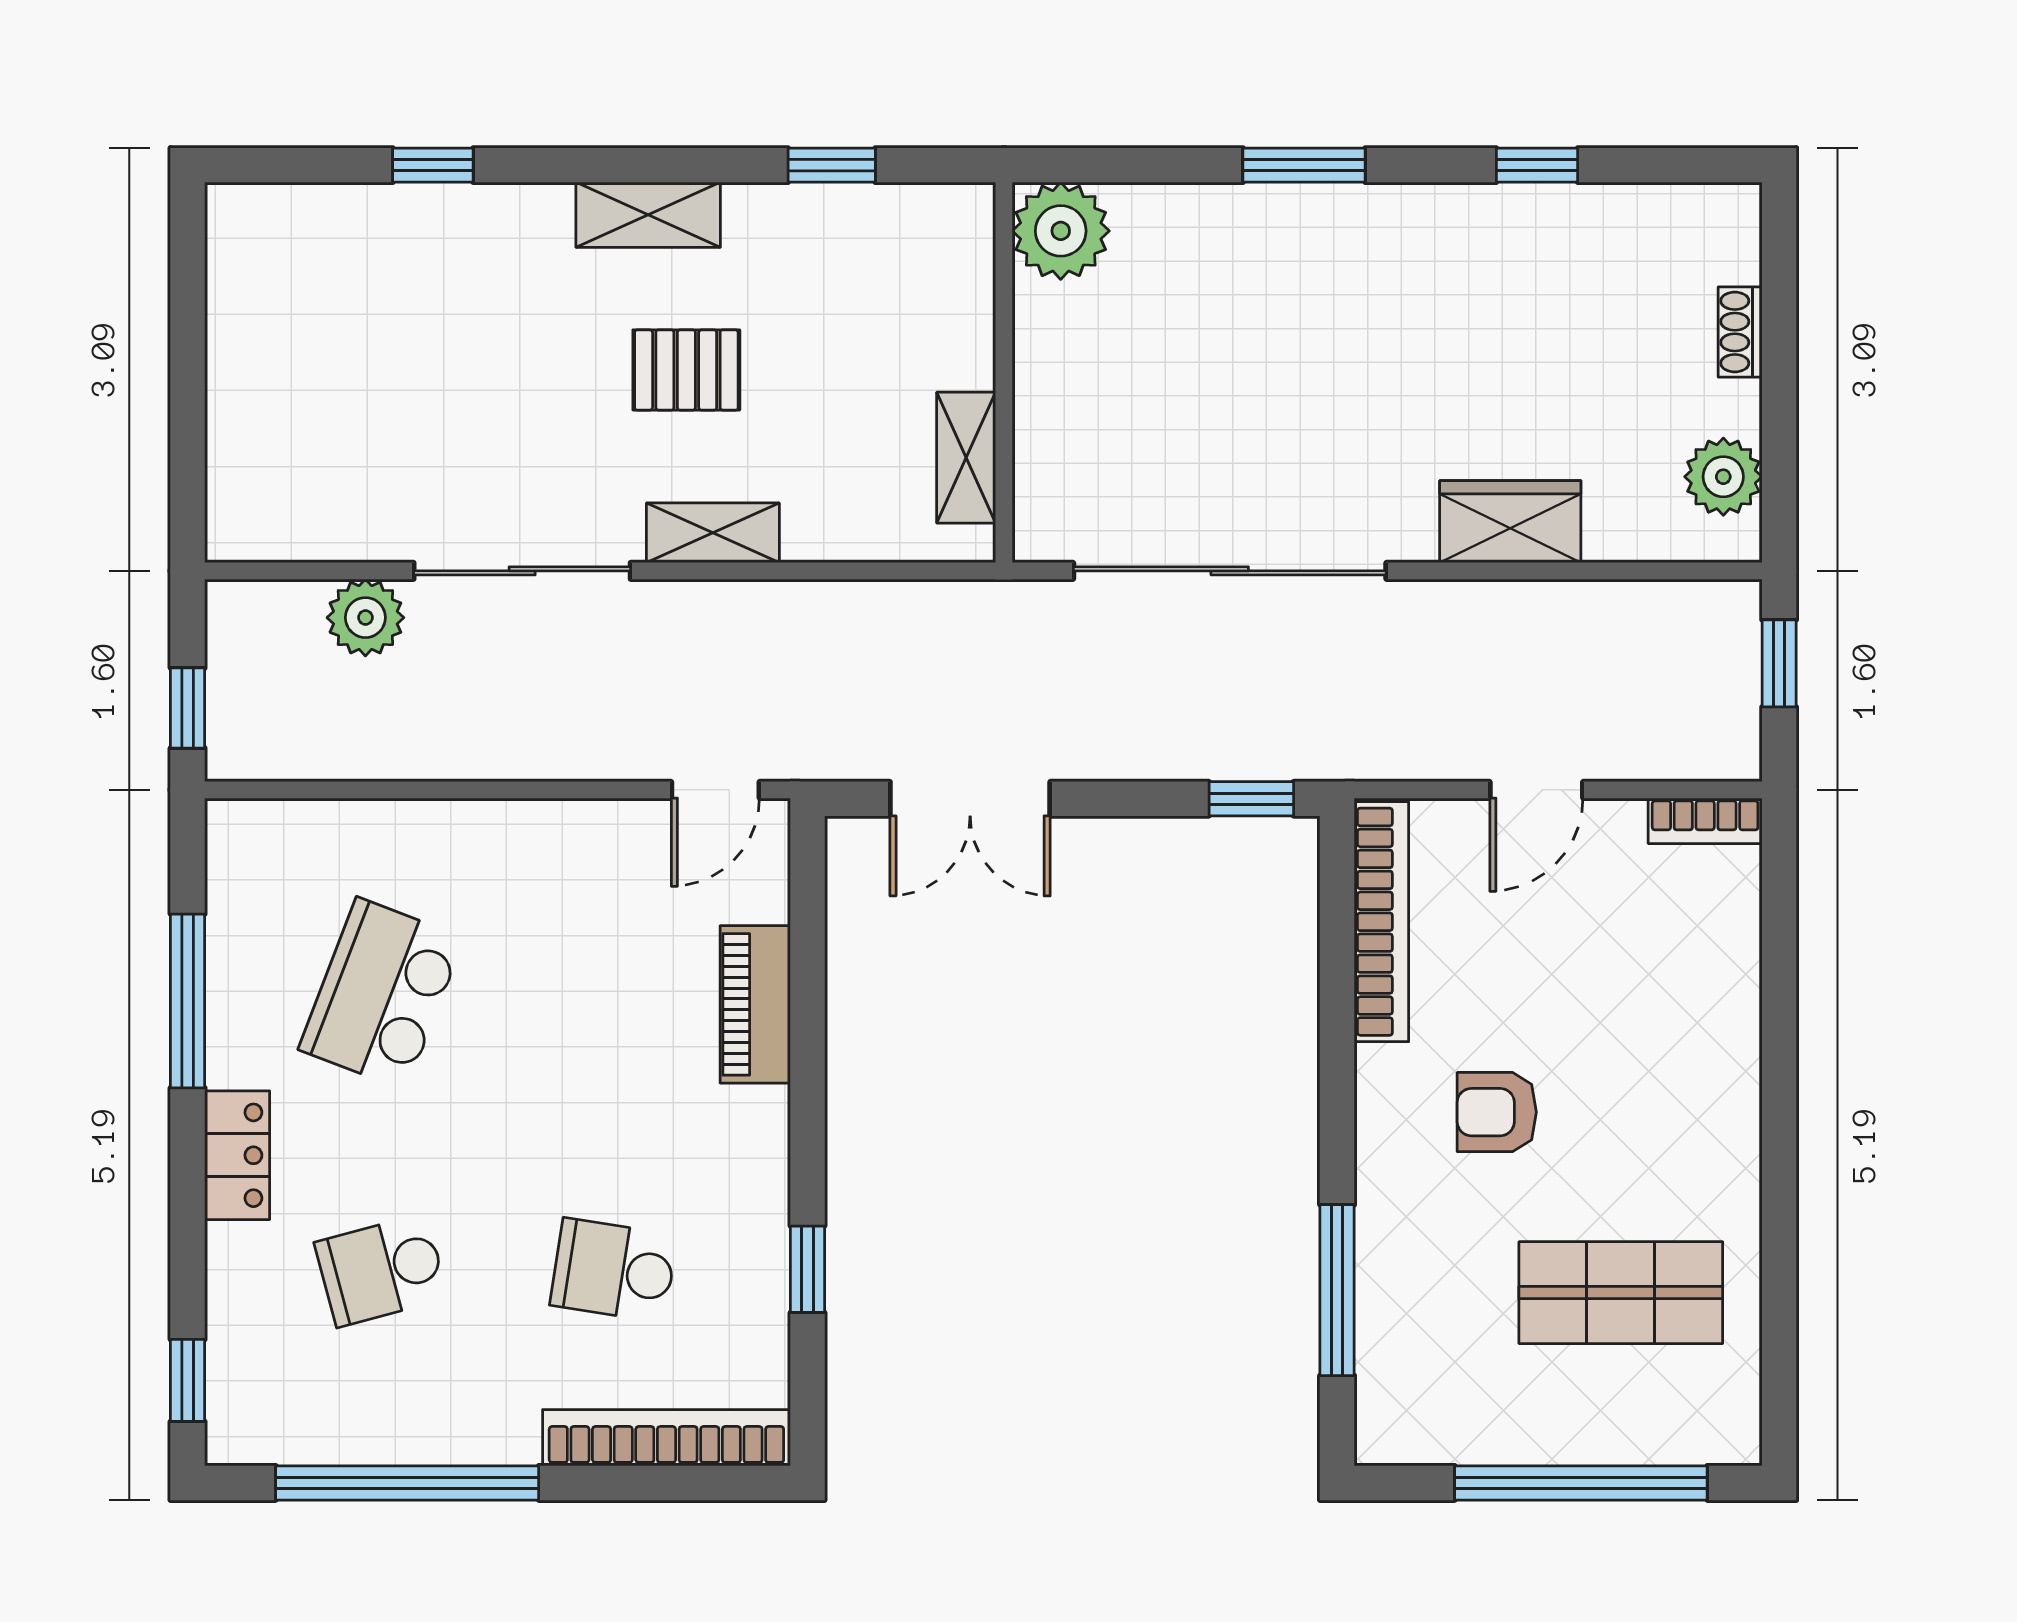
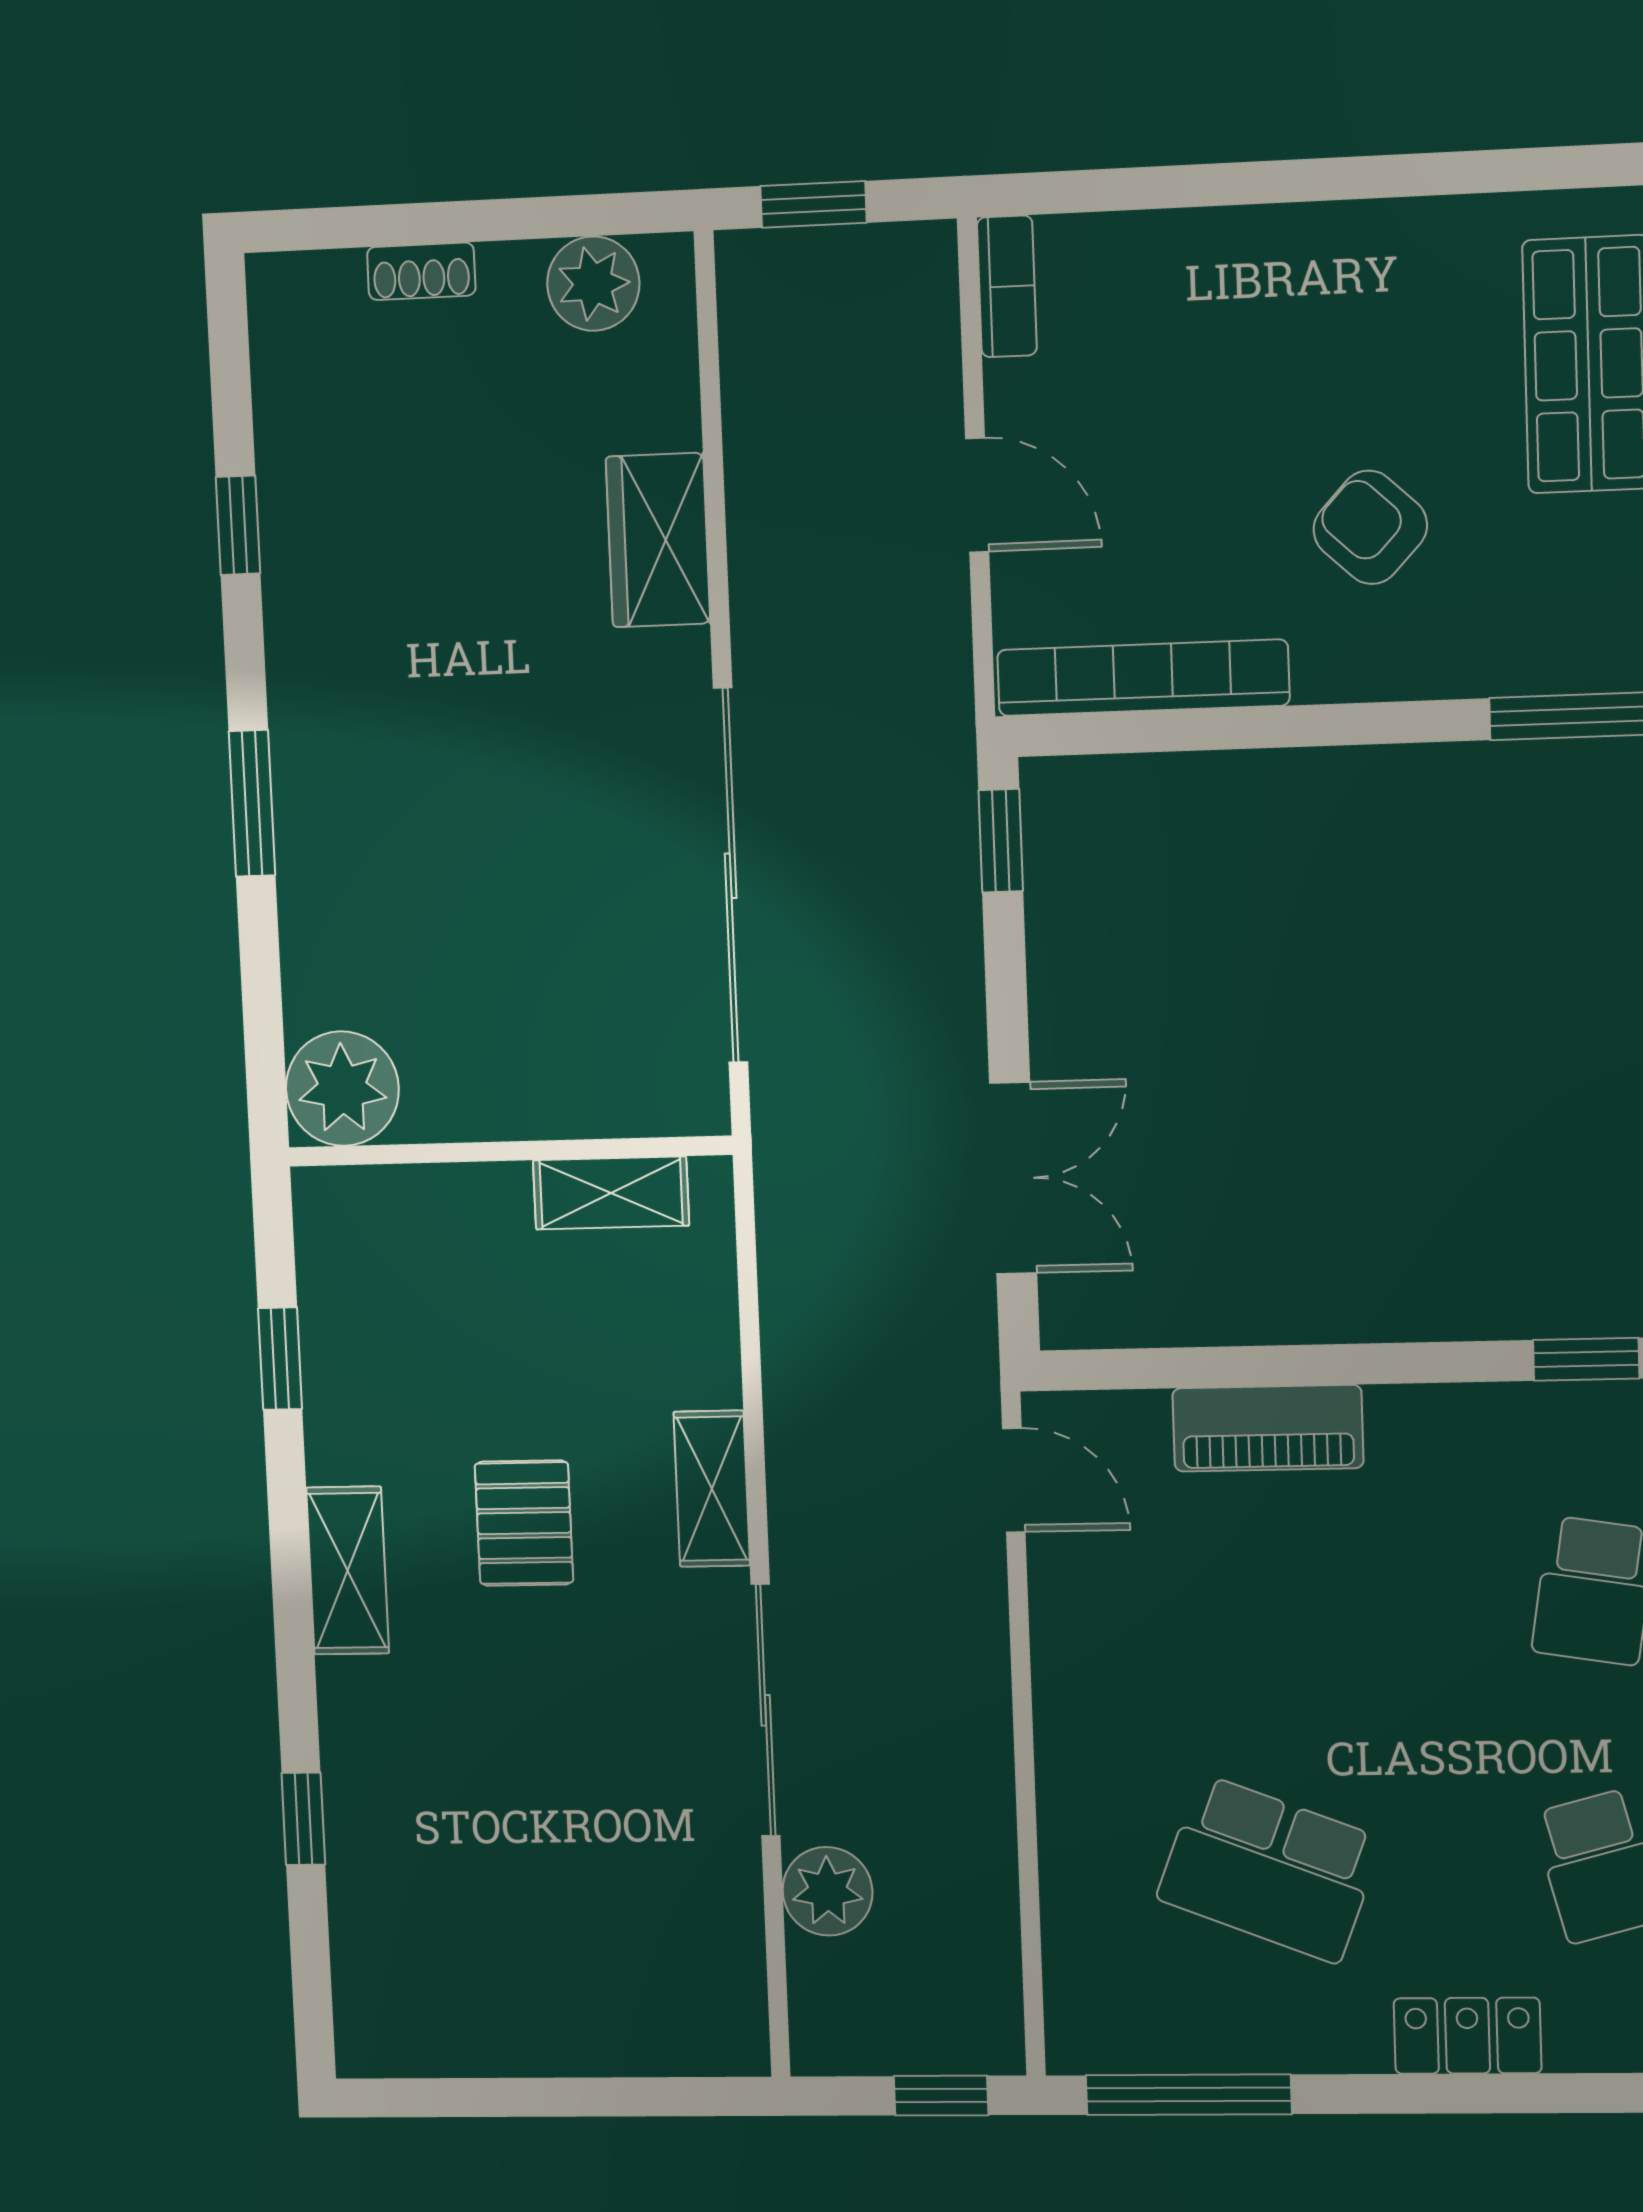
window: (188, 1001) -> (1189, 2095), moved
armchair: (1497, 1112) -> (1370, 527), turned 133

